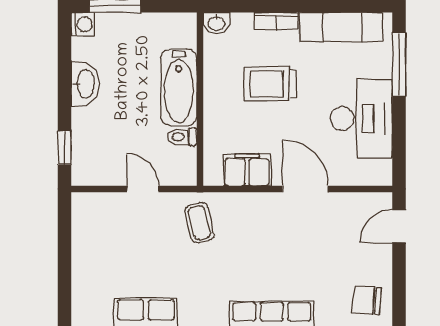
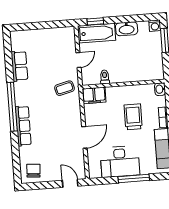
window: (399, 64) -> (134, 179), moved
bathtub: (179, 87) -> (97, 33), moved, turned 180
filing cabinet: (247, 170) -> (94, 95), moved, turned 90

